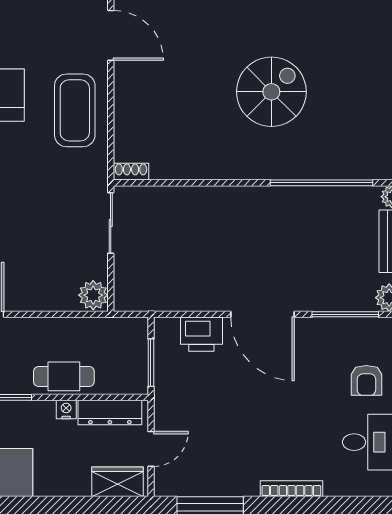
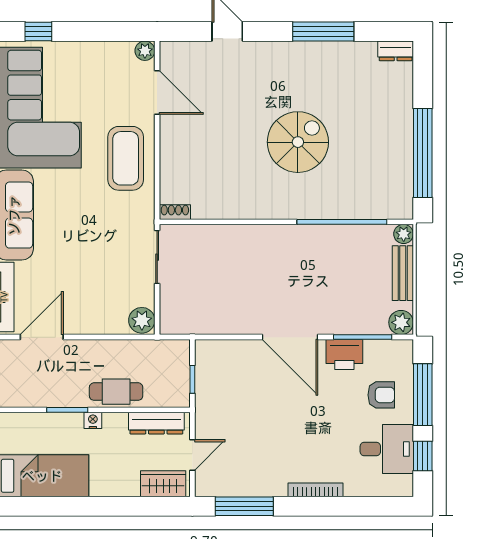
printer: (201, 334) -> (344, 354), moved
window: (151, 363) -> (192, 379), width x0.67
armchair: (366, 380) -> (381, 395), turned -90
nightstand: (66, 409) -> (93, 420), moved

